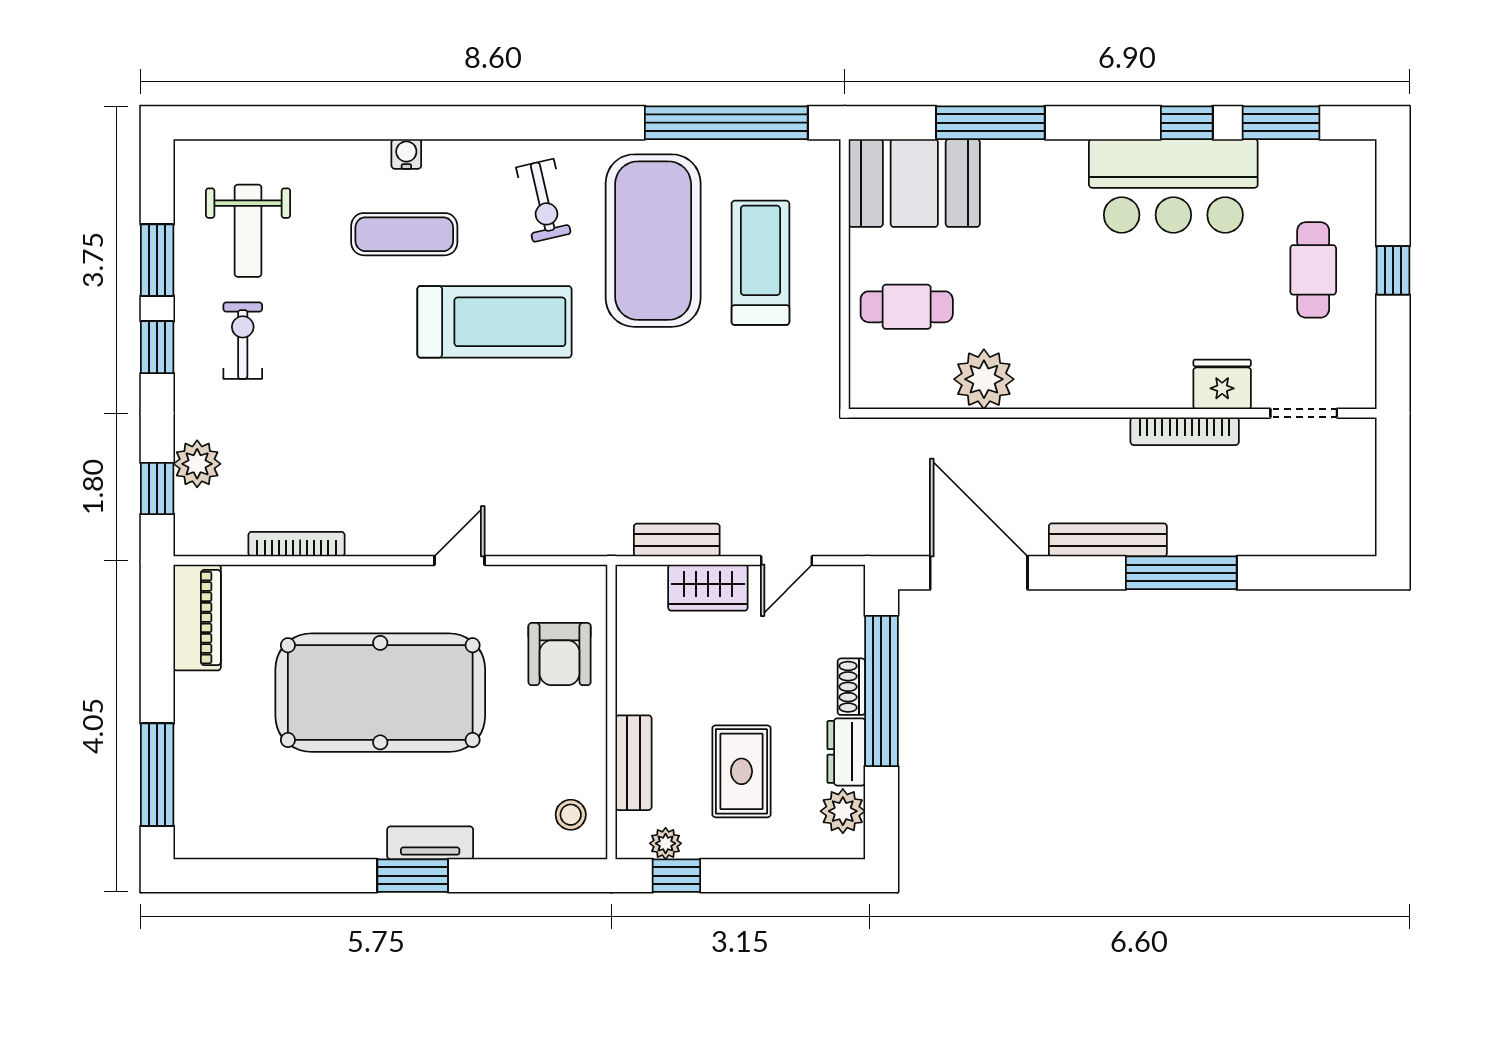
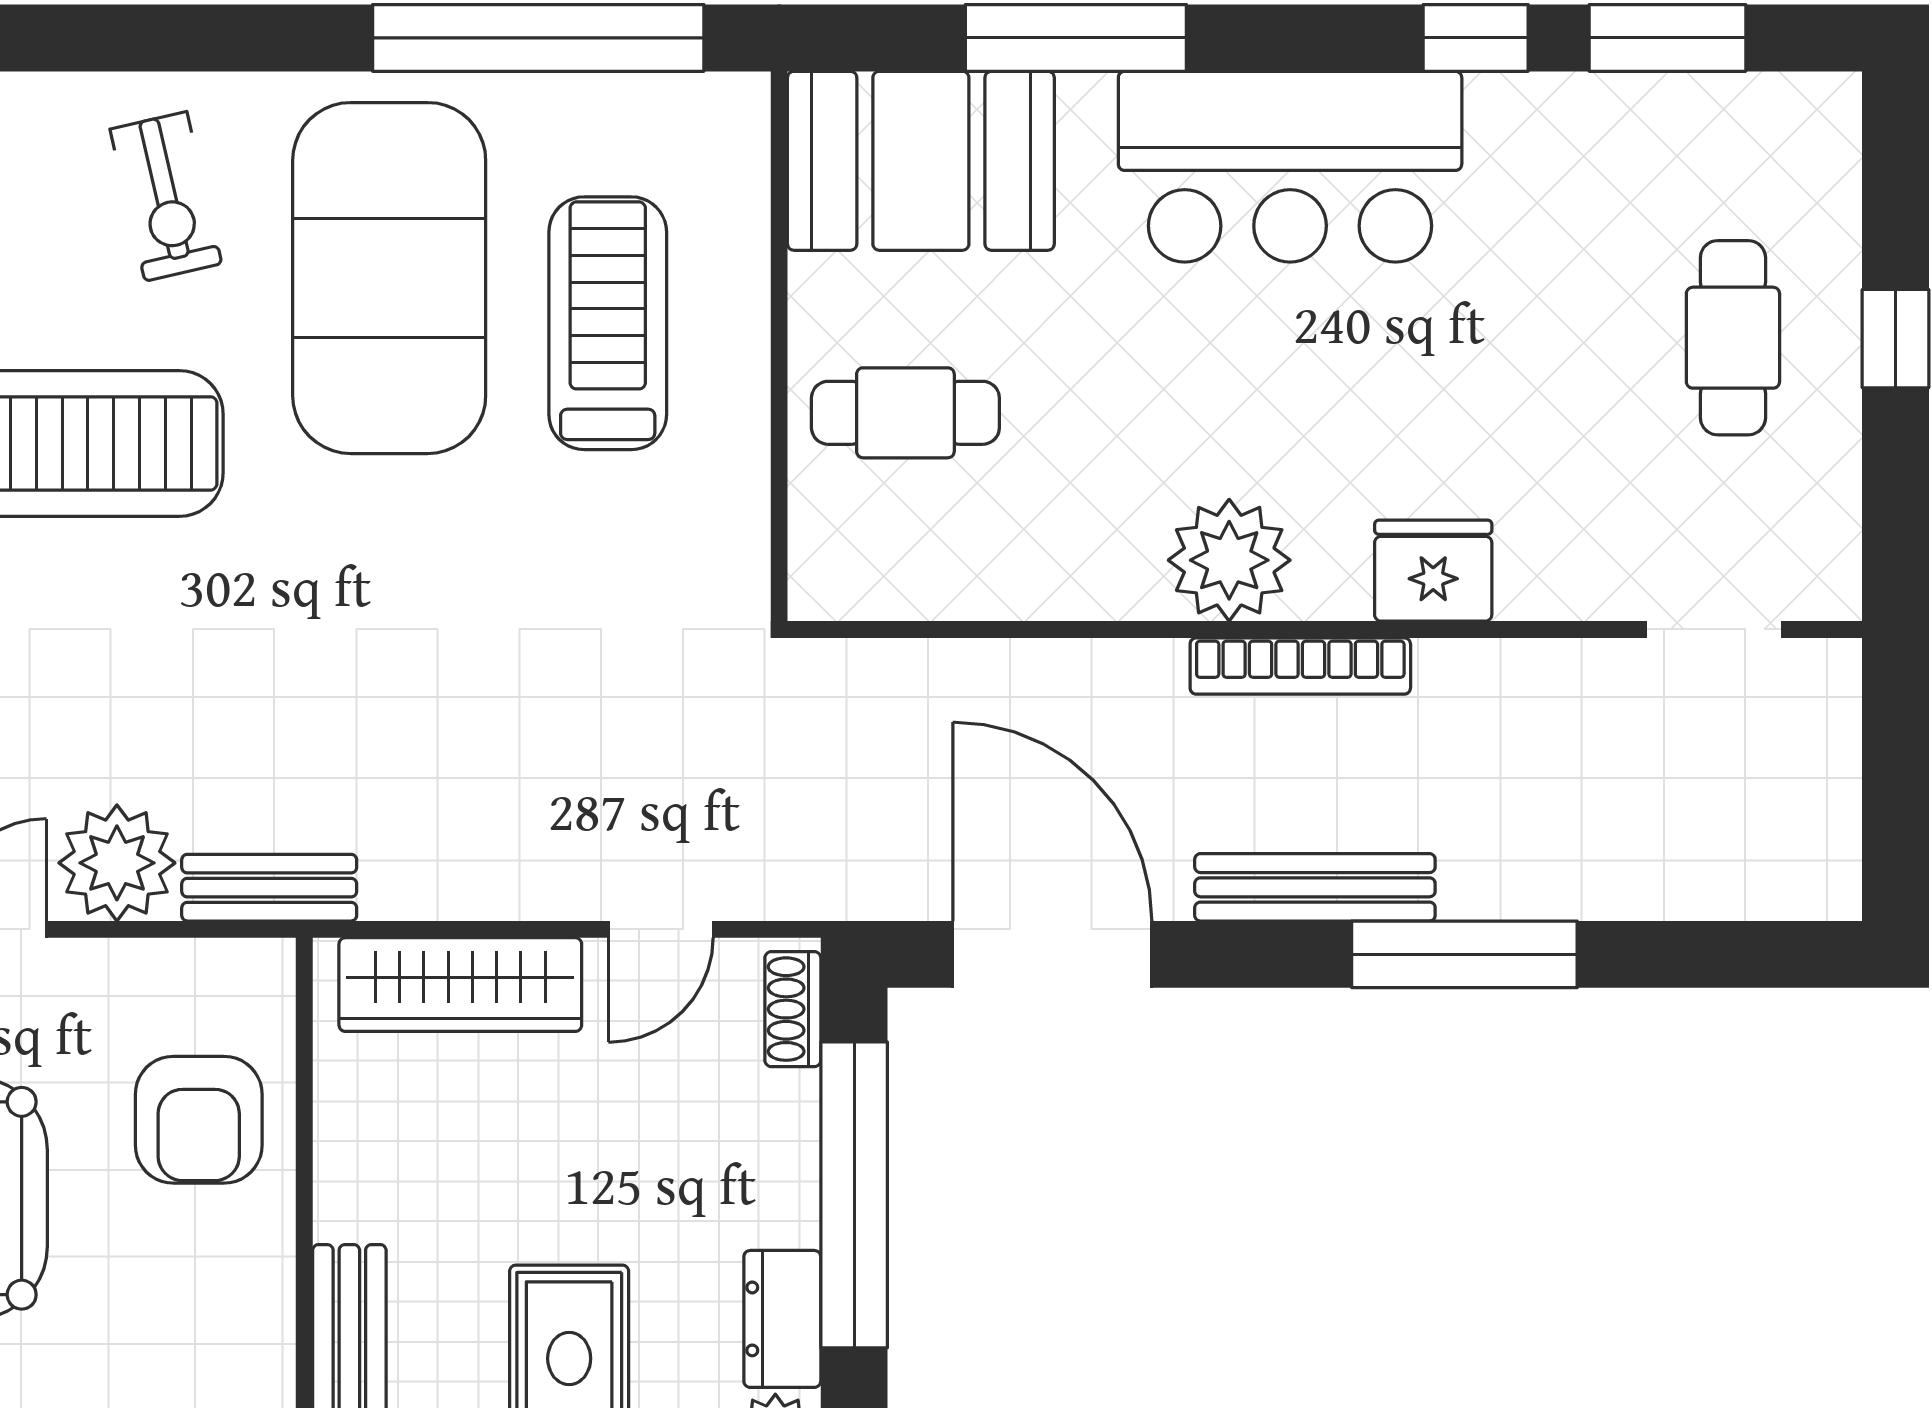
bar counter: (1173, 186) -> (1290, 167), moved
plant: (984, 379) -> (1229, 560), moved
fridge: (1222, 384) -> (1433, 571), moved
bookcase: (1185, 431) -> (1300, 666), moved
plant: (519, 528) -> (117, 863), added
bench: (677, 540) -> (269, 888), moved
wardrobe: (708, 588) -> (460, 985), width x1.50
shoe rack: (851, 687) -> (793, 1009), moved

